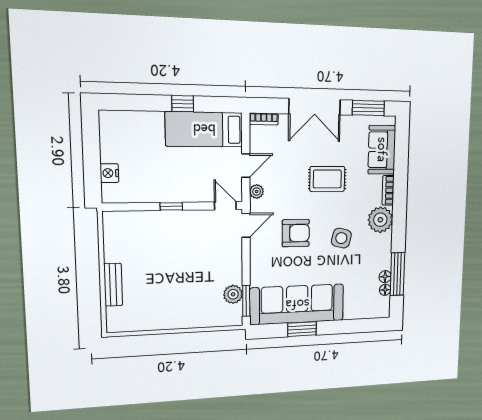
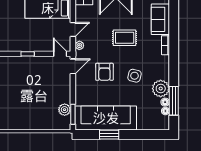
plant: (380, 220) -> (161, 89), moved
armchair: (296, 233) -> (104, 72), turned 90

